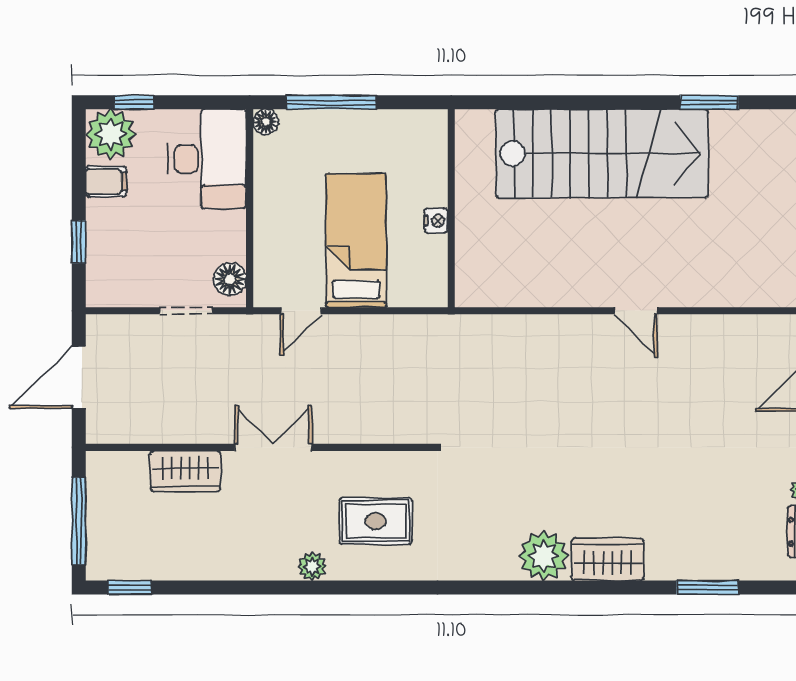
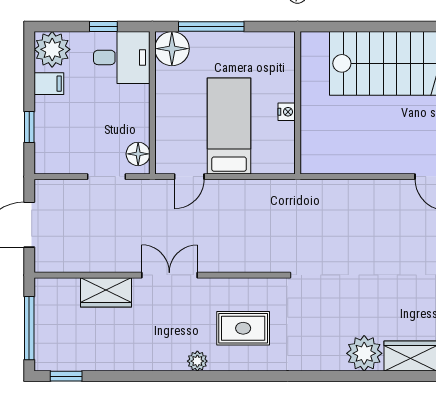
window: (134, 102) -> (103, 26), moved
floor lamp: (266, 122) -> (172, 49), width x1.89, depth x1.89
desk: (207, 159) -> (122, 57), width x0.73

